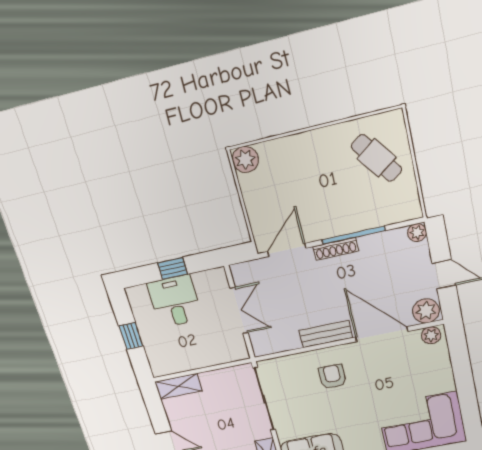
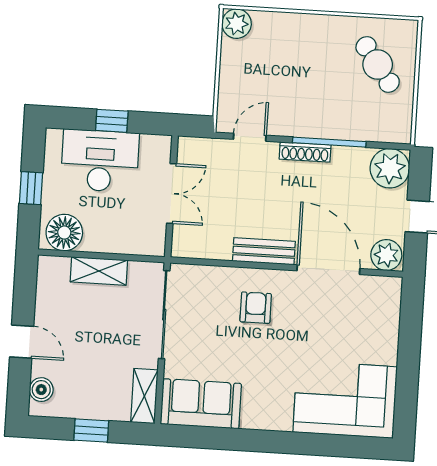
plant: (417, 233) -> (390, 168), width x1.88, depth x1.88
door: (287, 250) -> (250, 137), width x0.73
desk: (175, 301) -> (100, 161), width x1.37
plant: (431, 335) -> (385, 287), removed
floor lamp: (168, 361) -> (64, 233), added
shelving: (179, 386) -> (99, 271), moved

